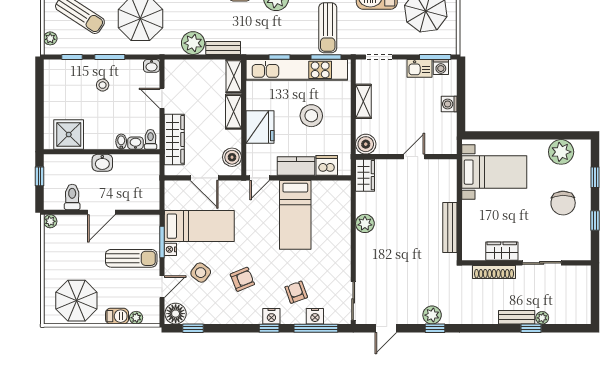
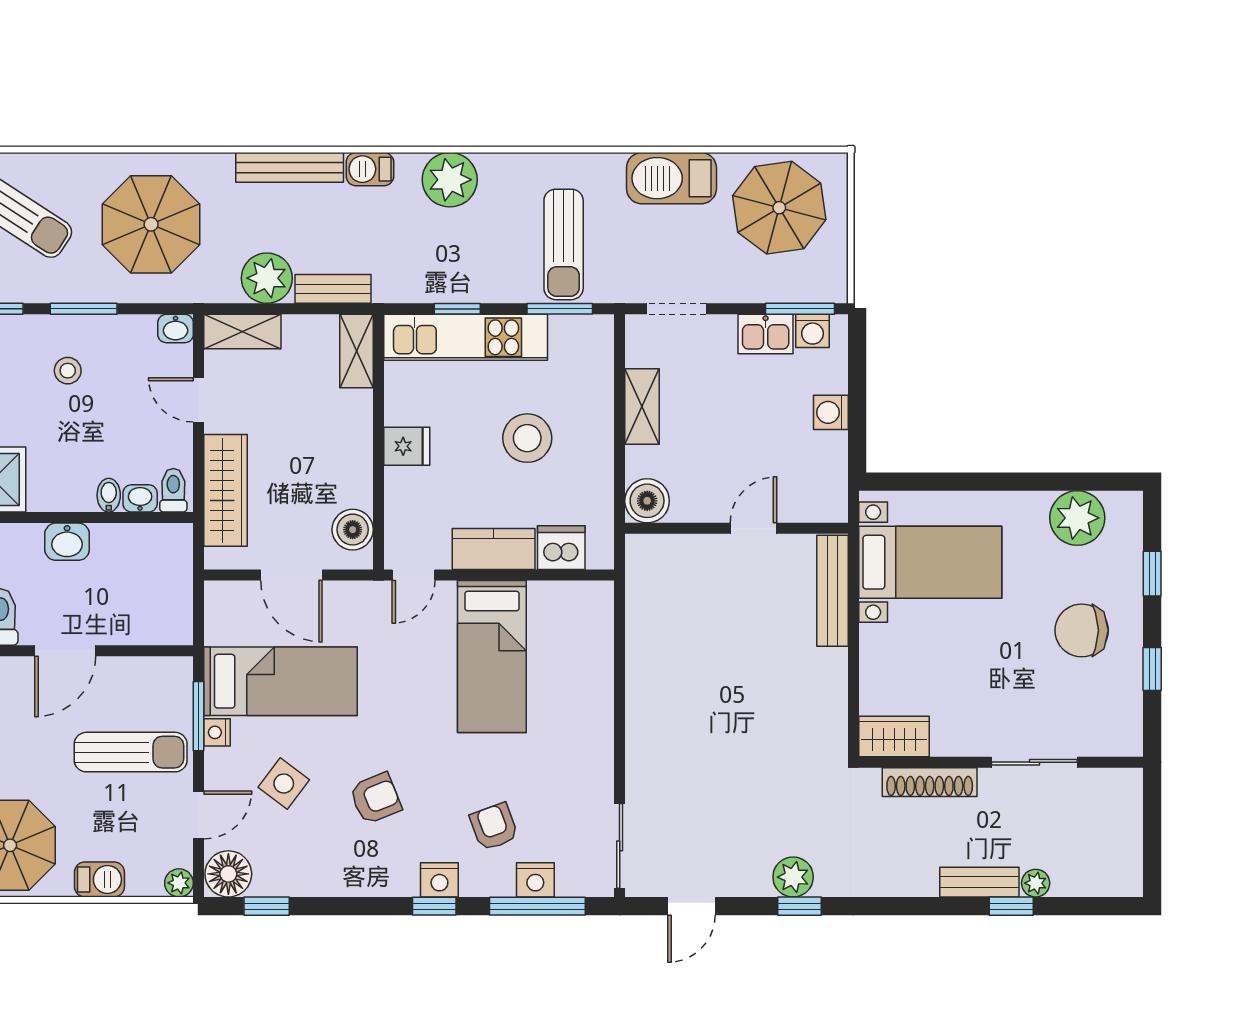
kitchen unit: (297, 70) -> (466, 337), width x0.73
shelving: (233, 112) -> (242, 332), moved, turned 90
fridge: (260, 127) -> (407, 446), width x0.53, depth x0.75
wardrobe: (365, 175) -> (646, 569), removed
chair: (563, 203) -> (1082, 630), turned 91
plant: (365, 223) -> (645, 675), removed
bench: (450, 227) -> (833, 591), moved
wardrobe: (502, 251) -> (894, 736), moved
plant: (136, 318) -> (179, 883), moved

